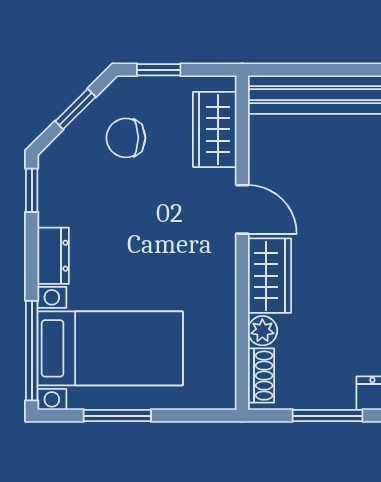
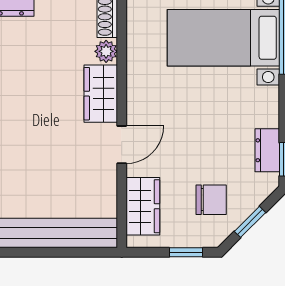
door: (242, 209) -> (122, 145), swing flipped
dresser: (53, 256) -> (267, 150), moved

